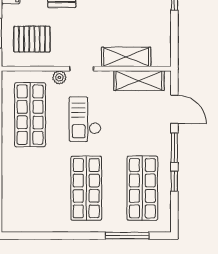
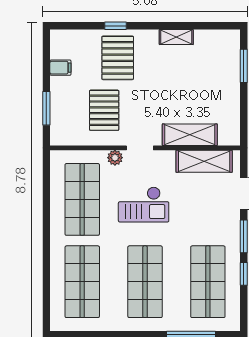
pallet: (32, 39) -> (104, 110), moved, turned 90
checkout: (85, 119) -> (144, 204), turned -90
shop shelf: (30, 188) -> (82, 282), added

